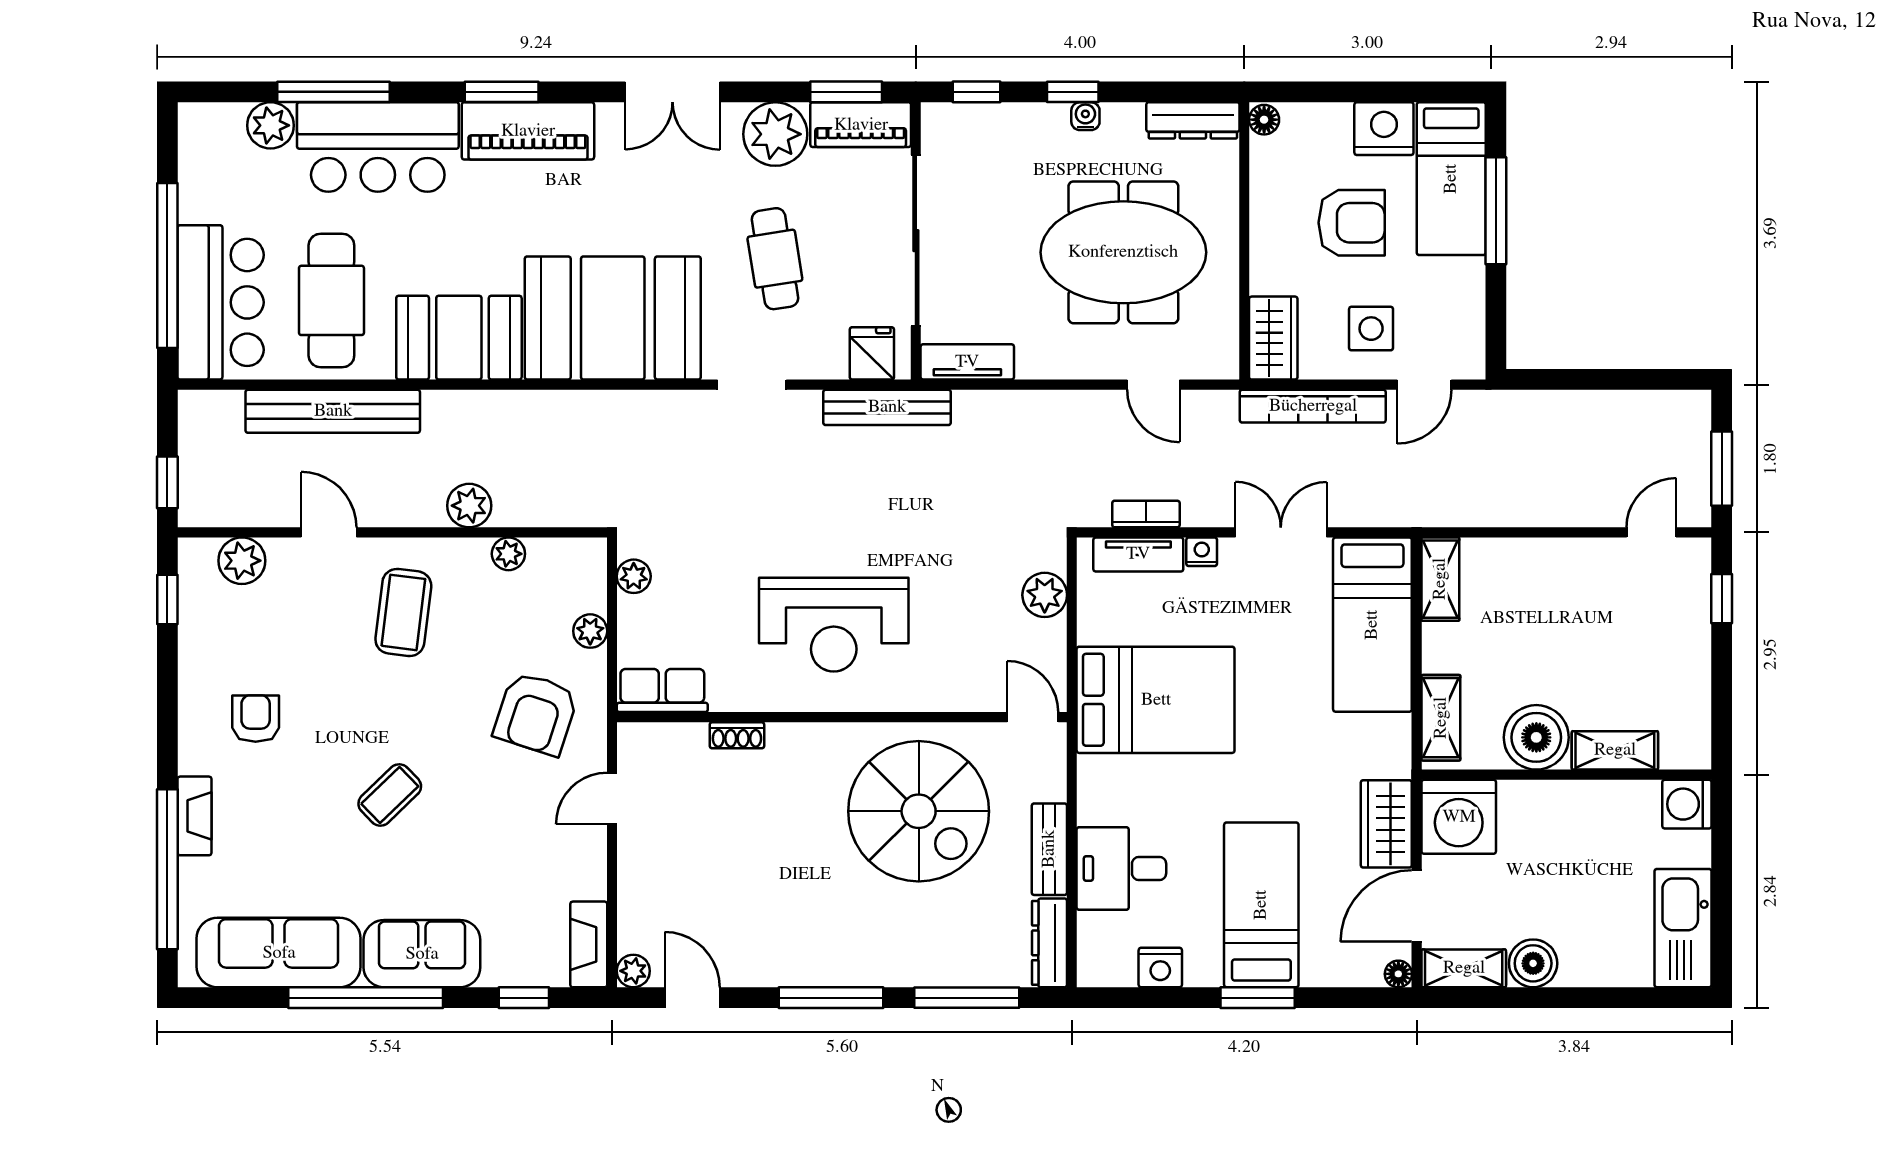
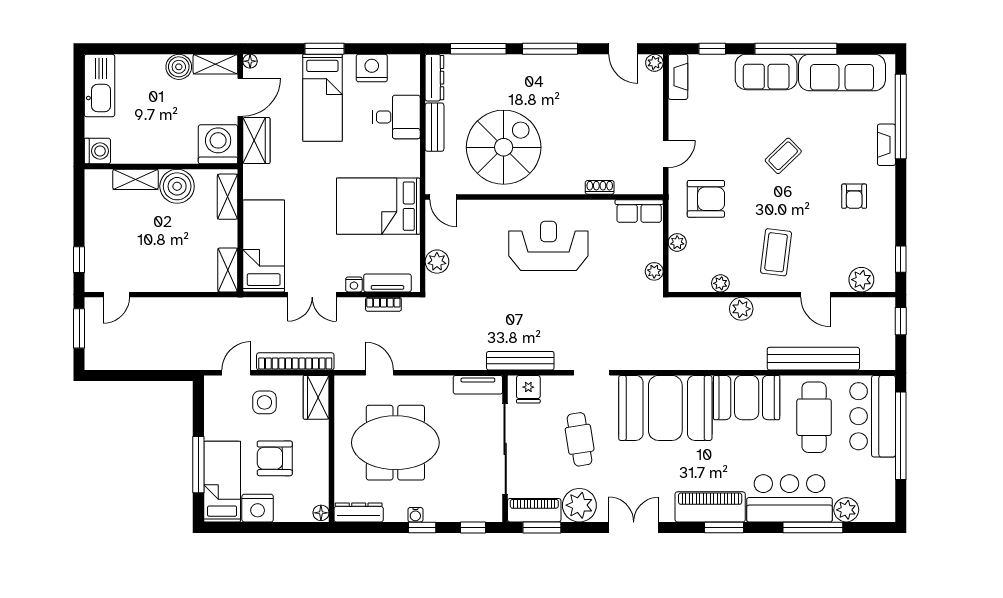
armchair: (536, 714) -> (706, 199), turned 72
spiral stairs: (919, 811) -> (504, 147), turned 90
nightstand: (1160, 968) -> (372, 68), width x1.36, depth x1.33

